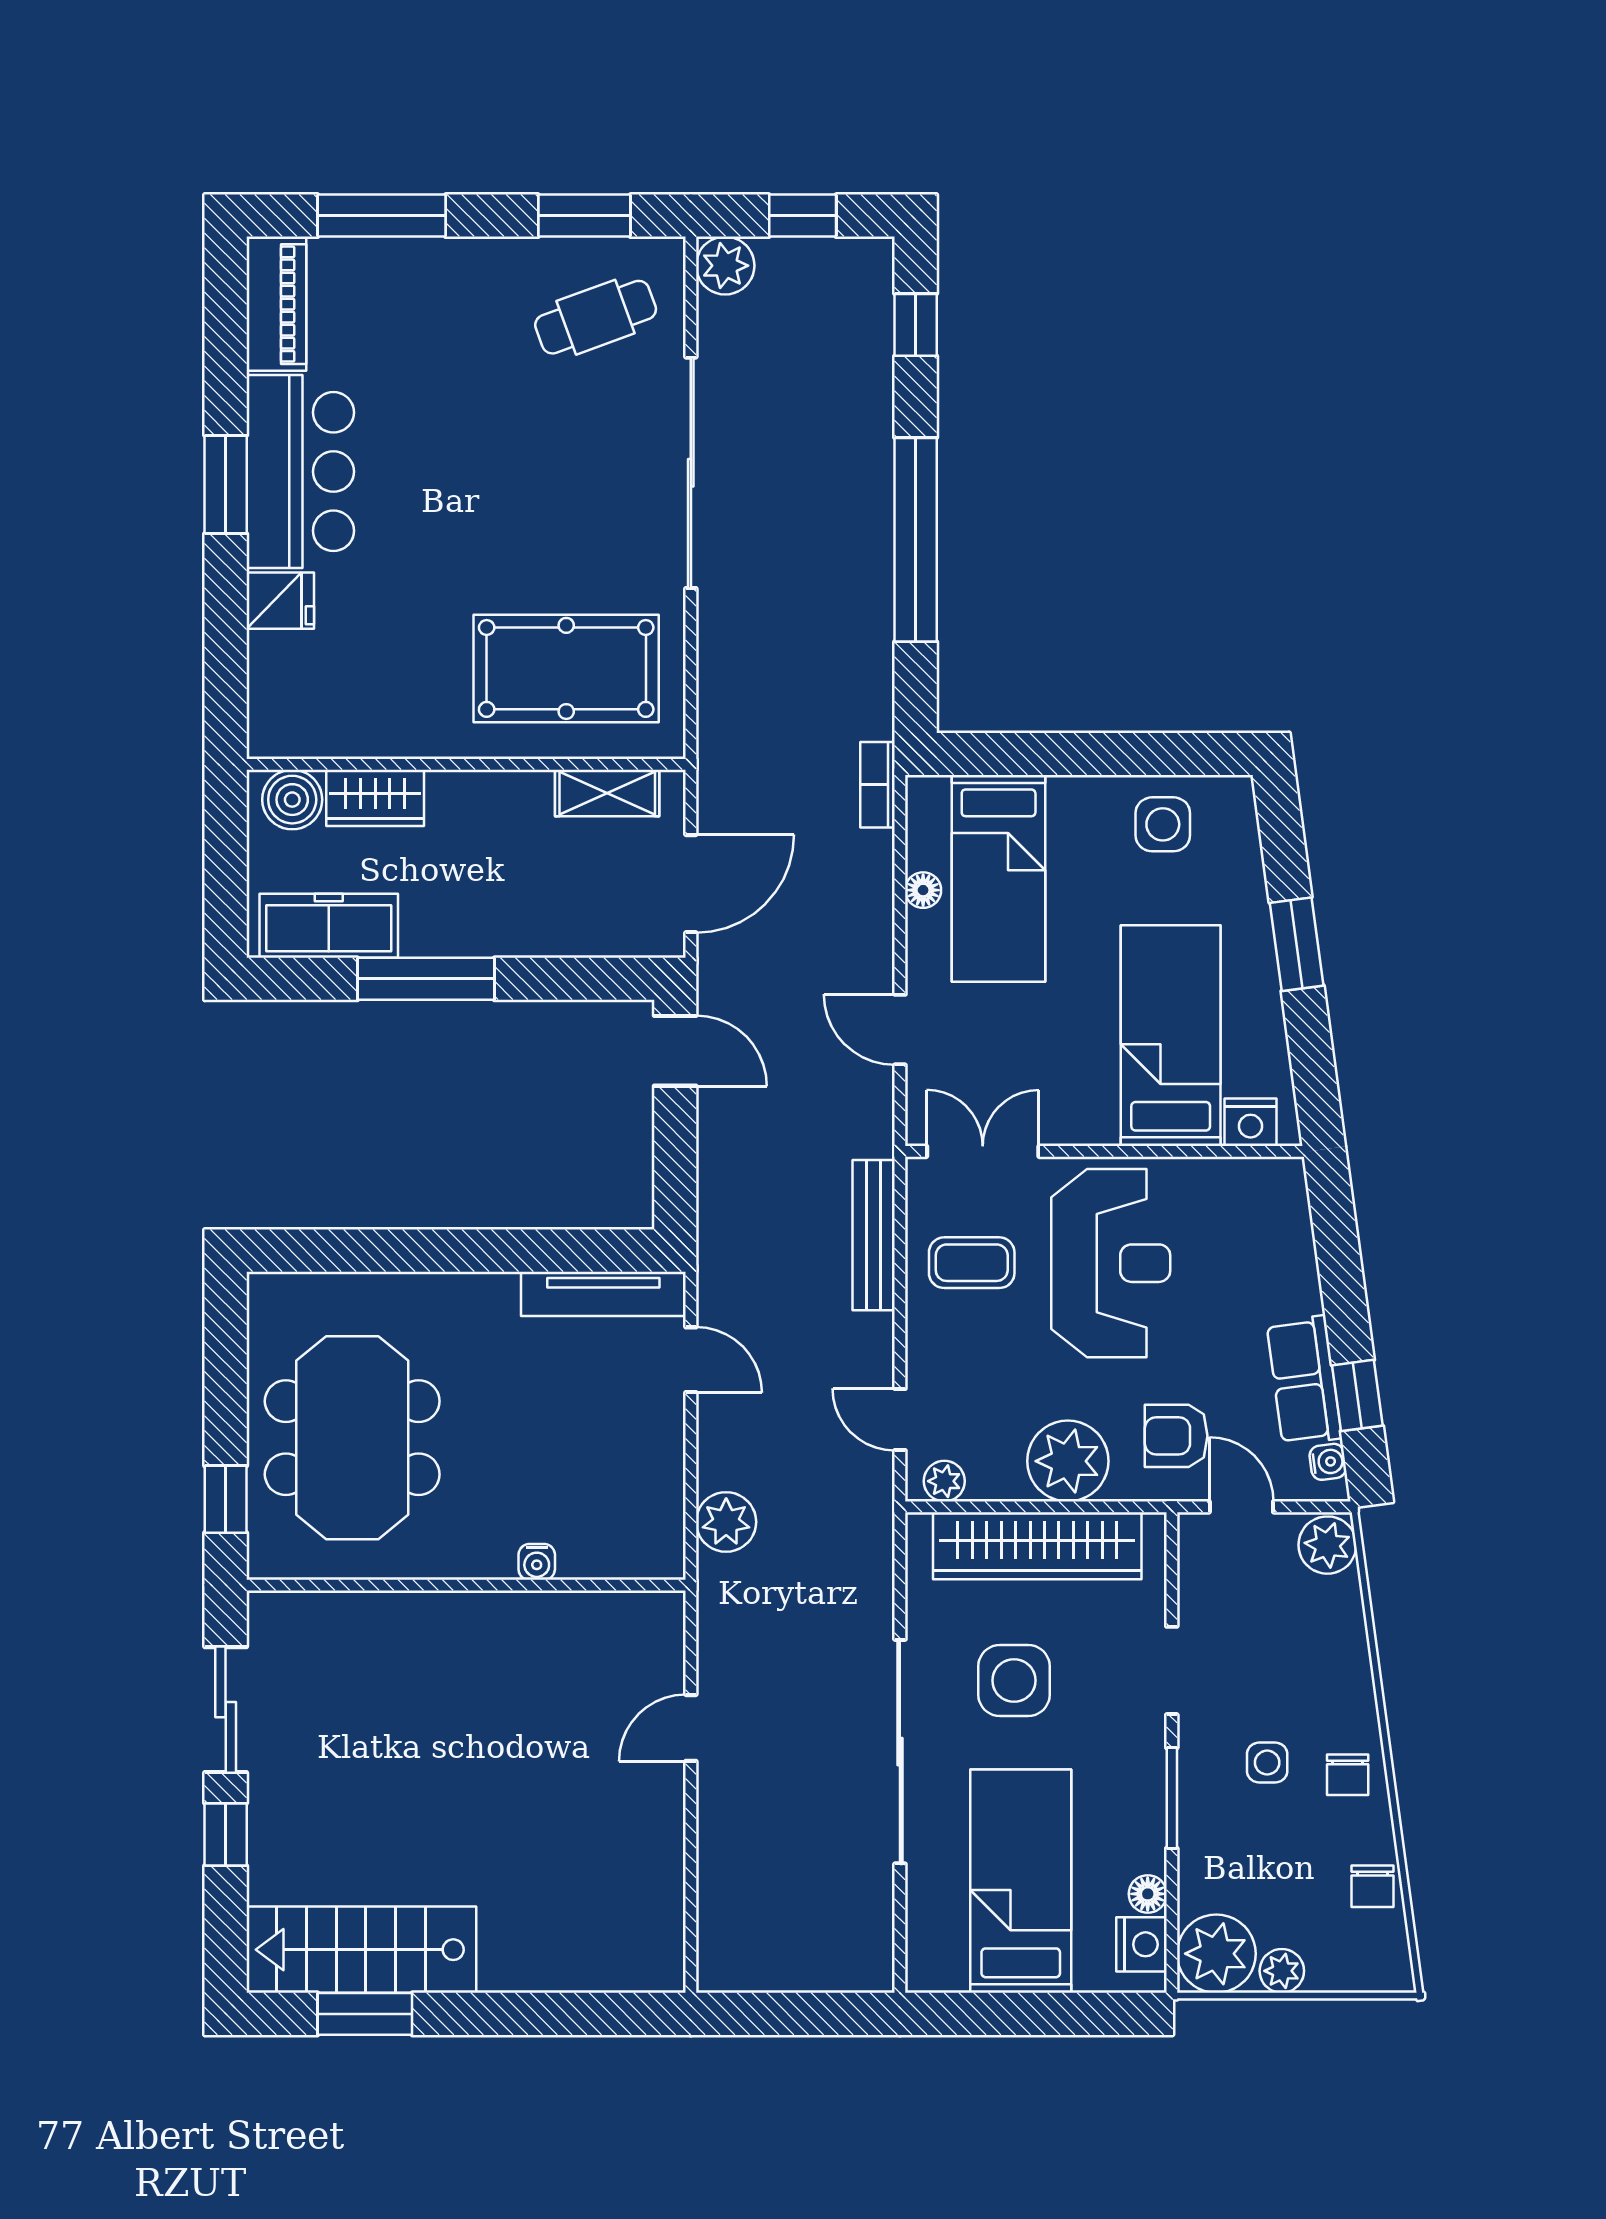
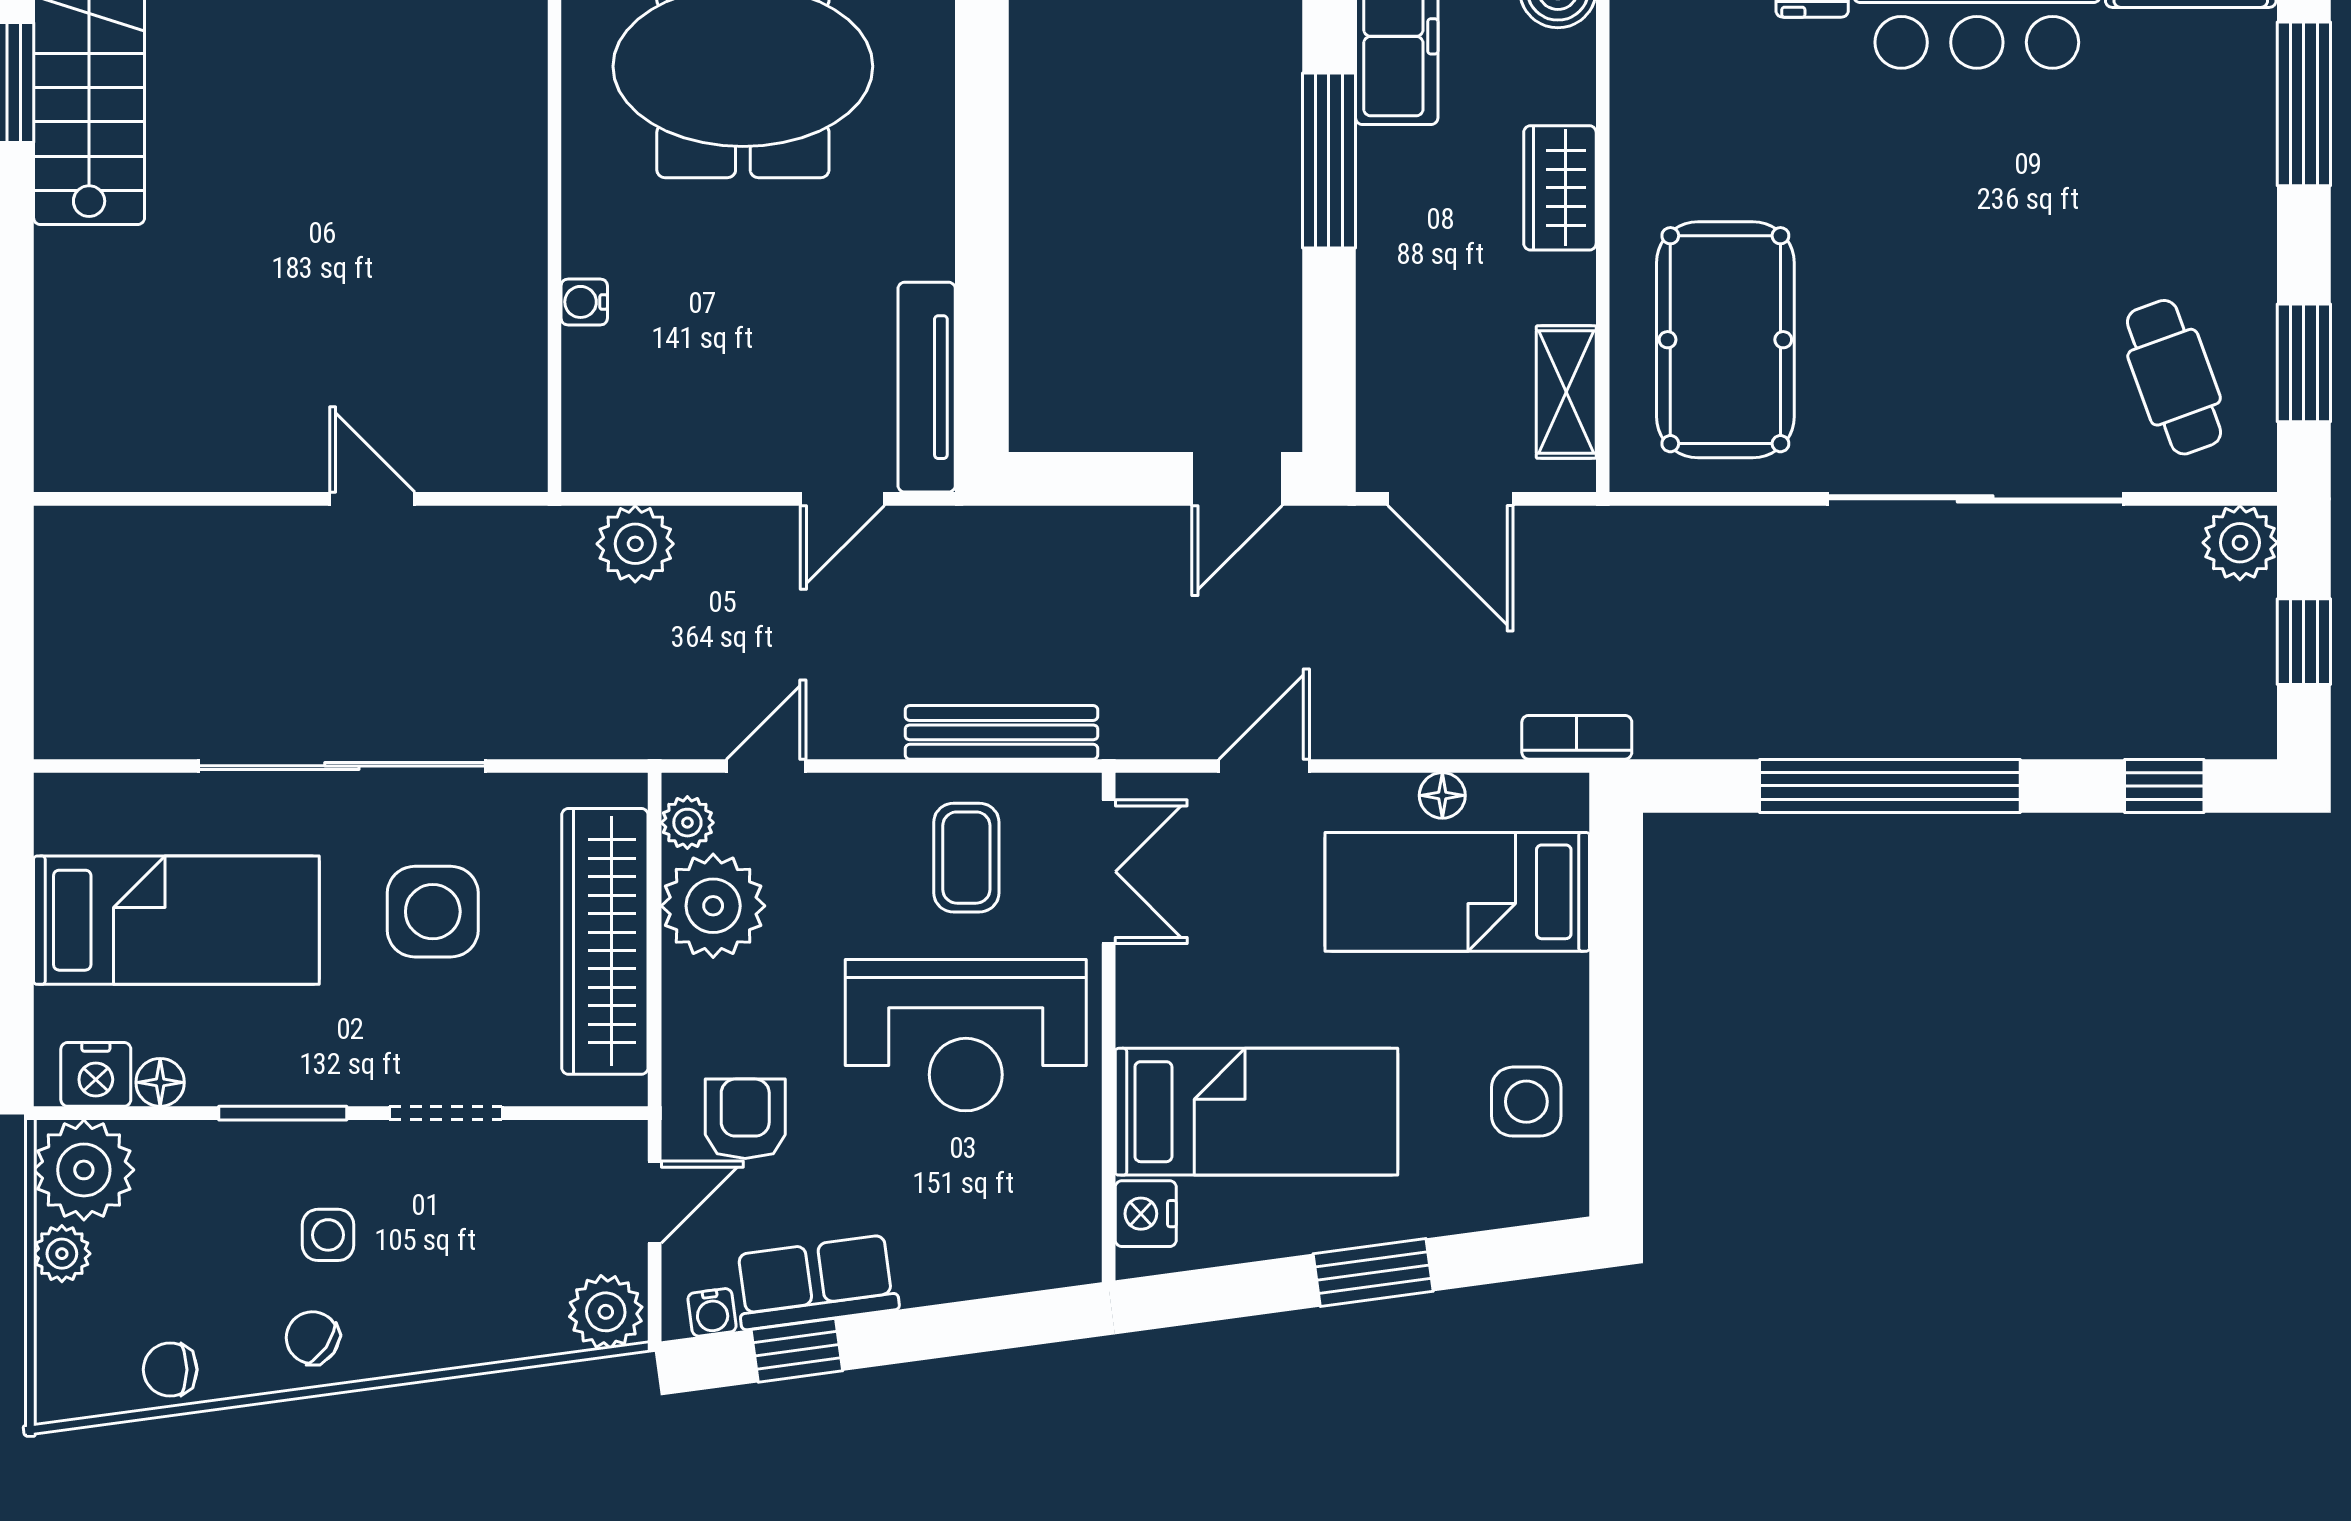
wardrobe: (375, 798) -> (1560, 188), moved
plant: (1068, 1461) -> (713, 906), moved
chair: (1348, 1775) -> (312, 1338), turned 35

